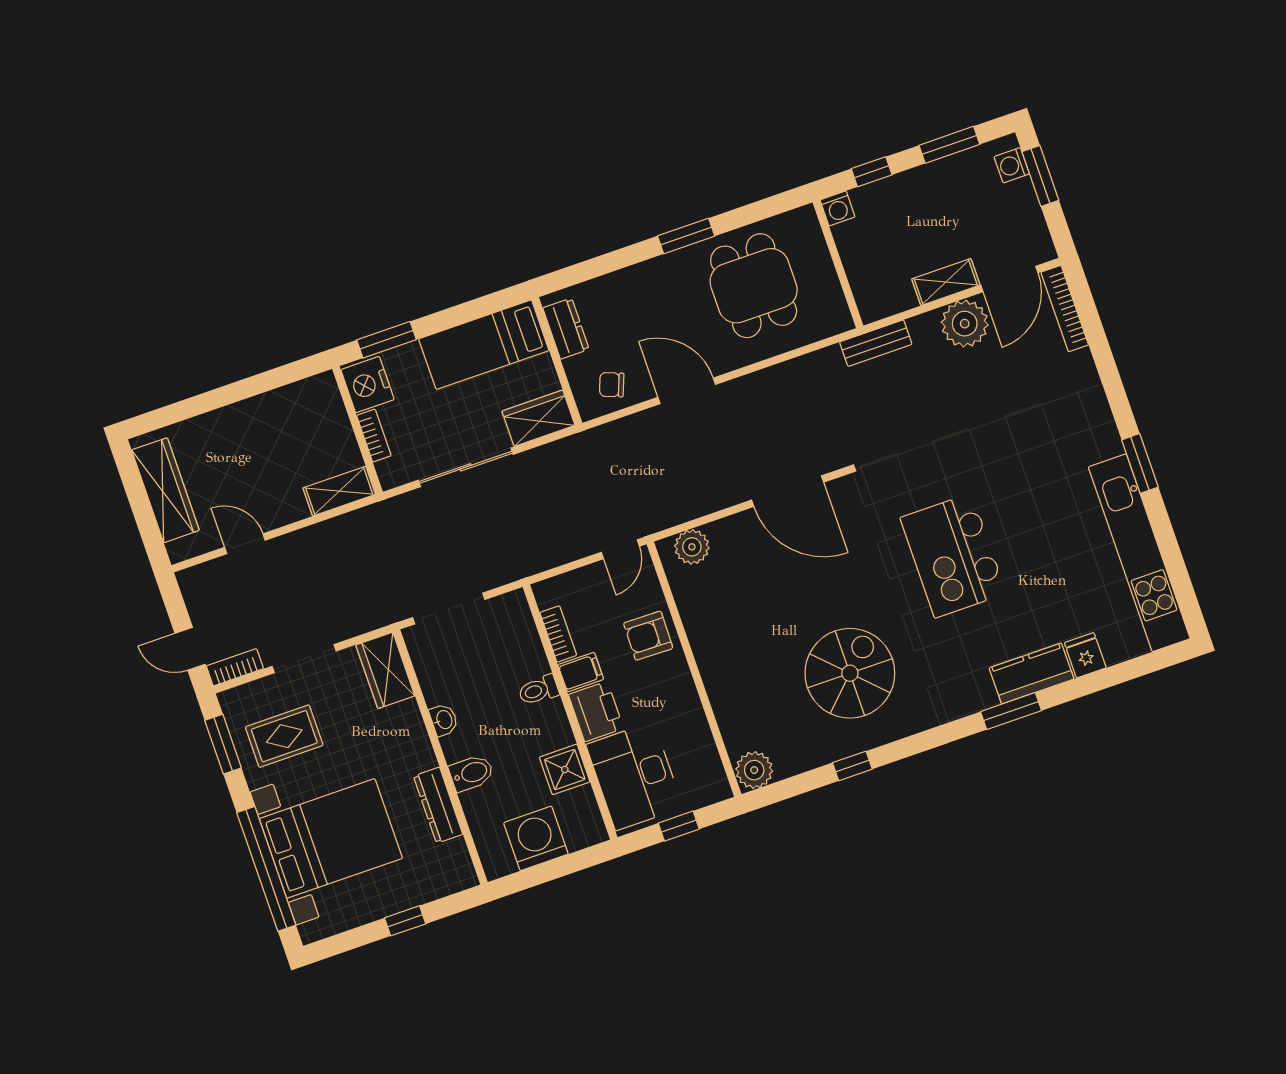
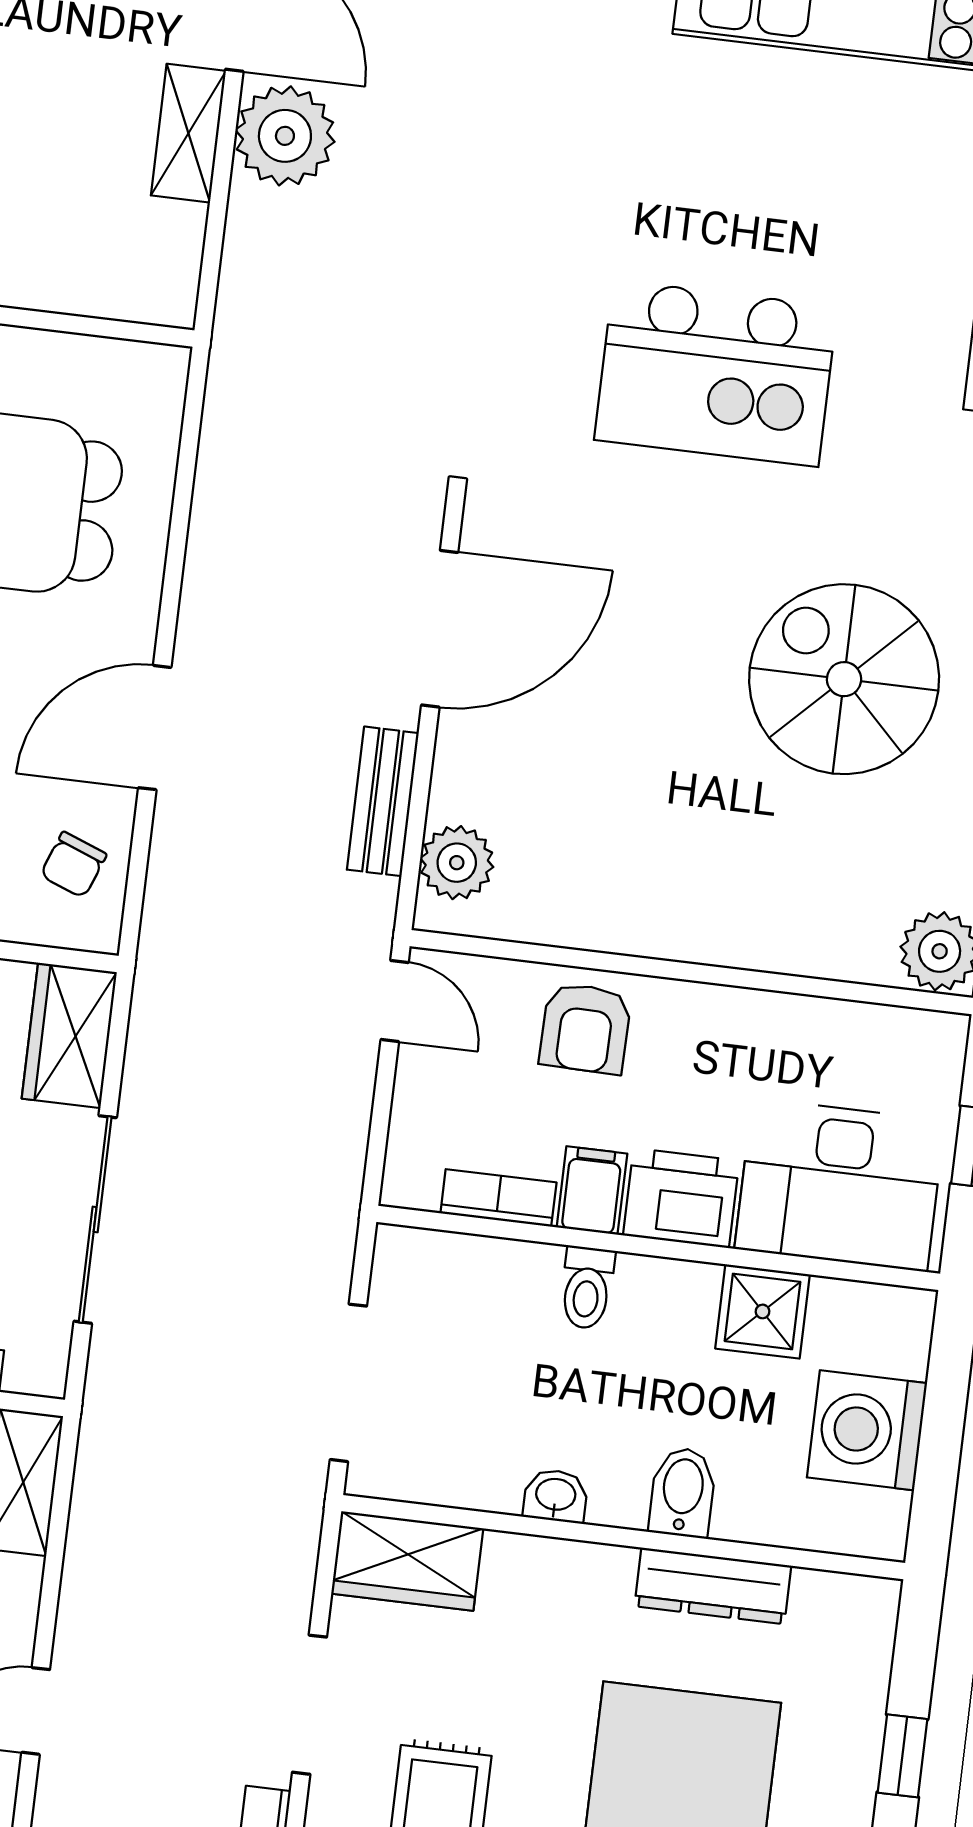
bench: (876, 343) -> (383, 801), moved

